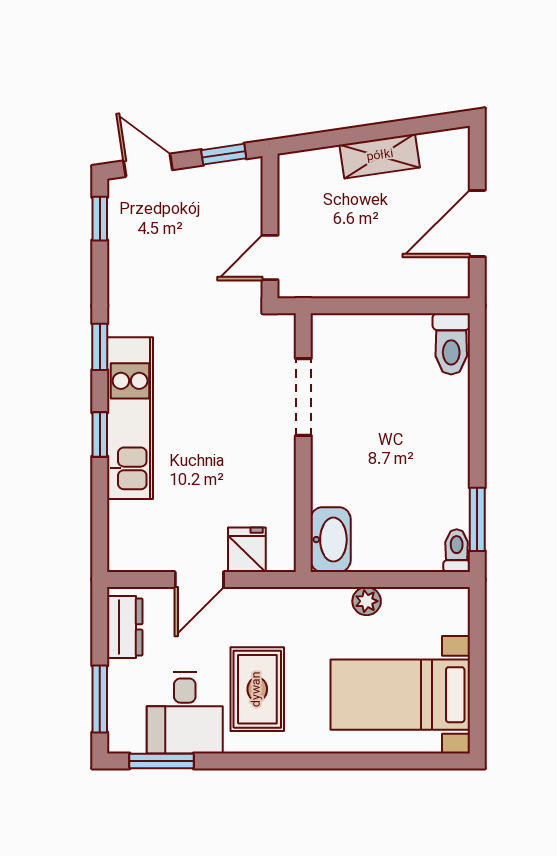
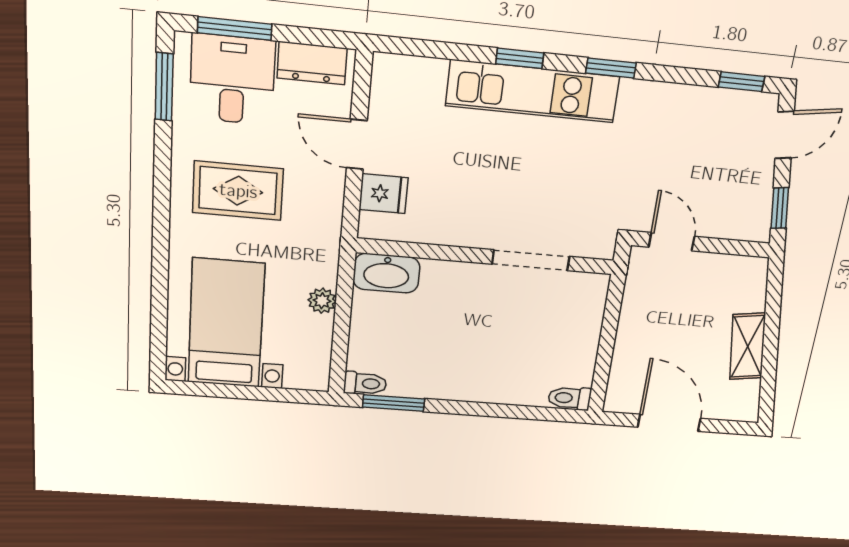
toilet: (451, 344) -> (570, 398), width x0.73, depth x0.72
desk: (185, 713) -> (232, 80), moved, turned 90

